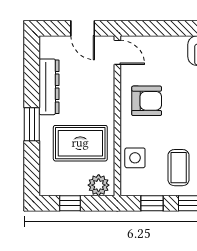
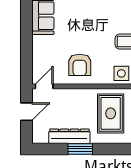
armchair: (147, 101) -> (80, 65), turned 180
window: (32, 124) -> (80, 149), moved

